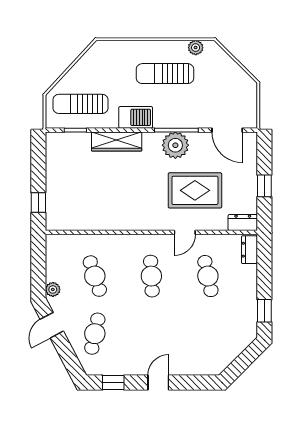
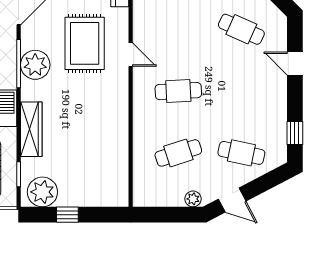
plant: (59, 152) -> (42, 192), added
window: (38, 202) -> (67, 215), moved
cafe table: (208, 276) -> (241, 29), moved, turned 36
door: (158, 383) -> (295, 63), moved

